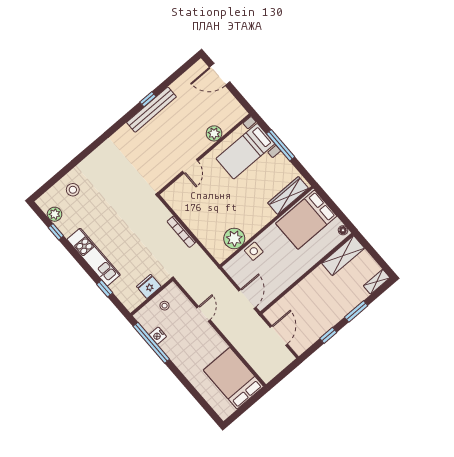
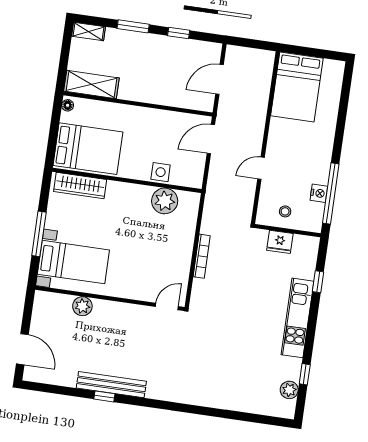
door: (190, 166) -> (167, 307), moved
stool: (73, 190) -> (251, 393), removed

